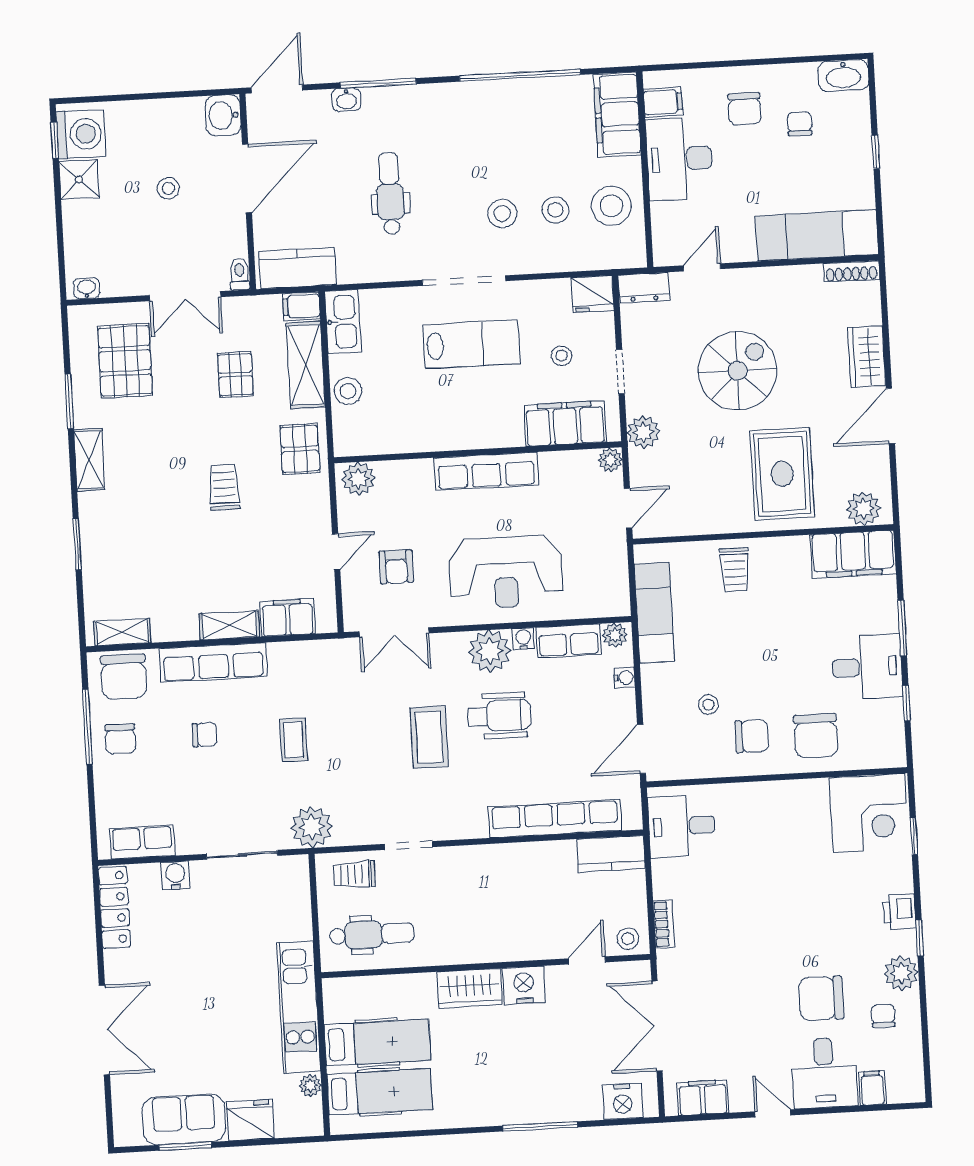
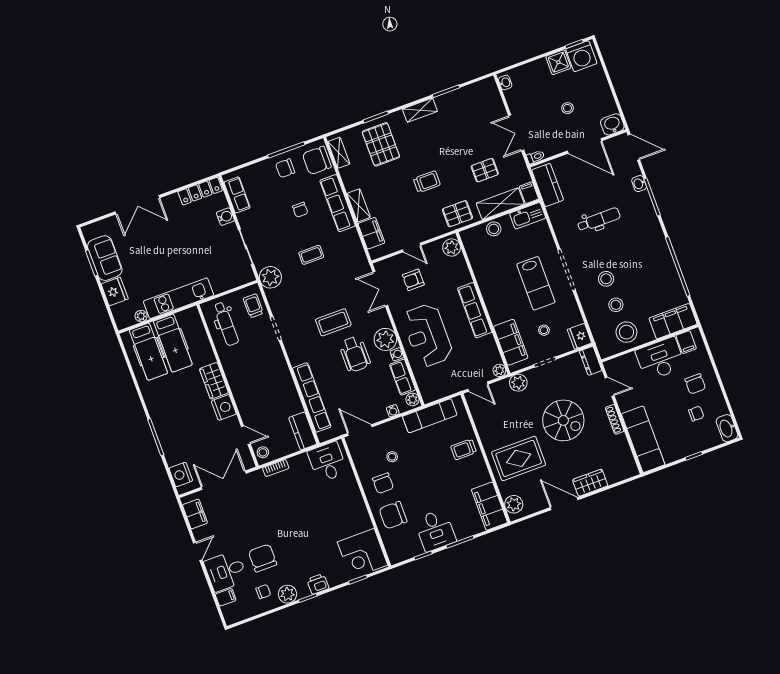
chair: (745, 109) -> (695, 384), turned -90
shoe rack: (852, 271) -> (615, 419), moved
pallet: (125, 361) -> (381, 144), moved, turned 90

